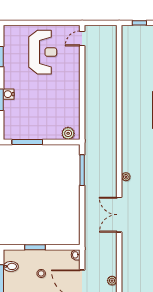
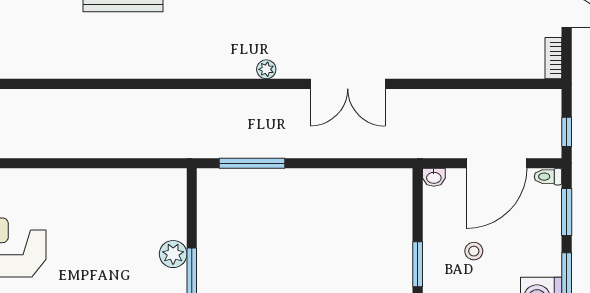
plant: (68, 133) -> (173, 254), moved
plant: (112, 281) -> (489, 99), removed

